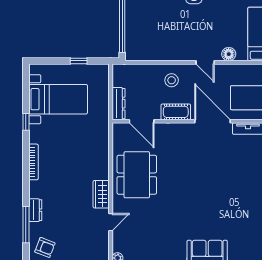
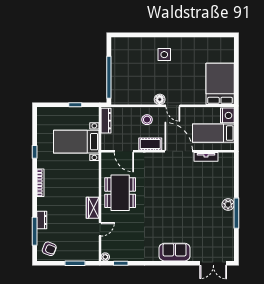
floor lamp: (229, 54) -> (160, 99), moved
bed with nightstands: (58, 99) -> (76, 142), moved, turned 180
dresser: (118, 104) -> (106, 121), moved

